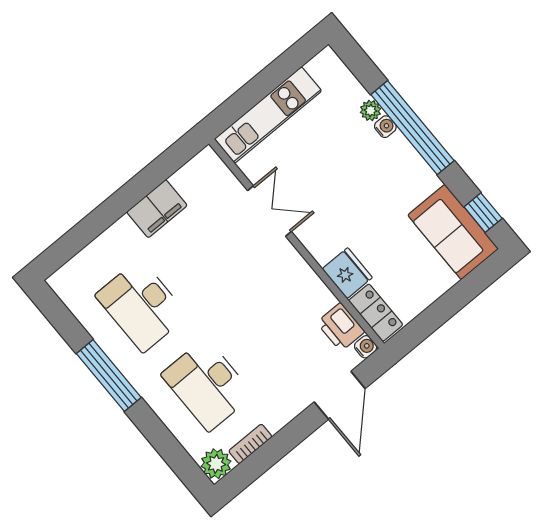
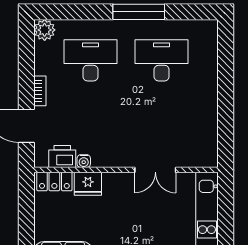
filing cabinet: (157, 209) -> (206, 111), removed
water cooler: (366, 347) -> (84, 161), moved
bookcase: (250, 444) -> (40, 91), moved

